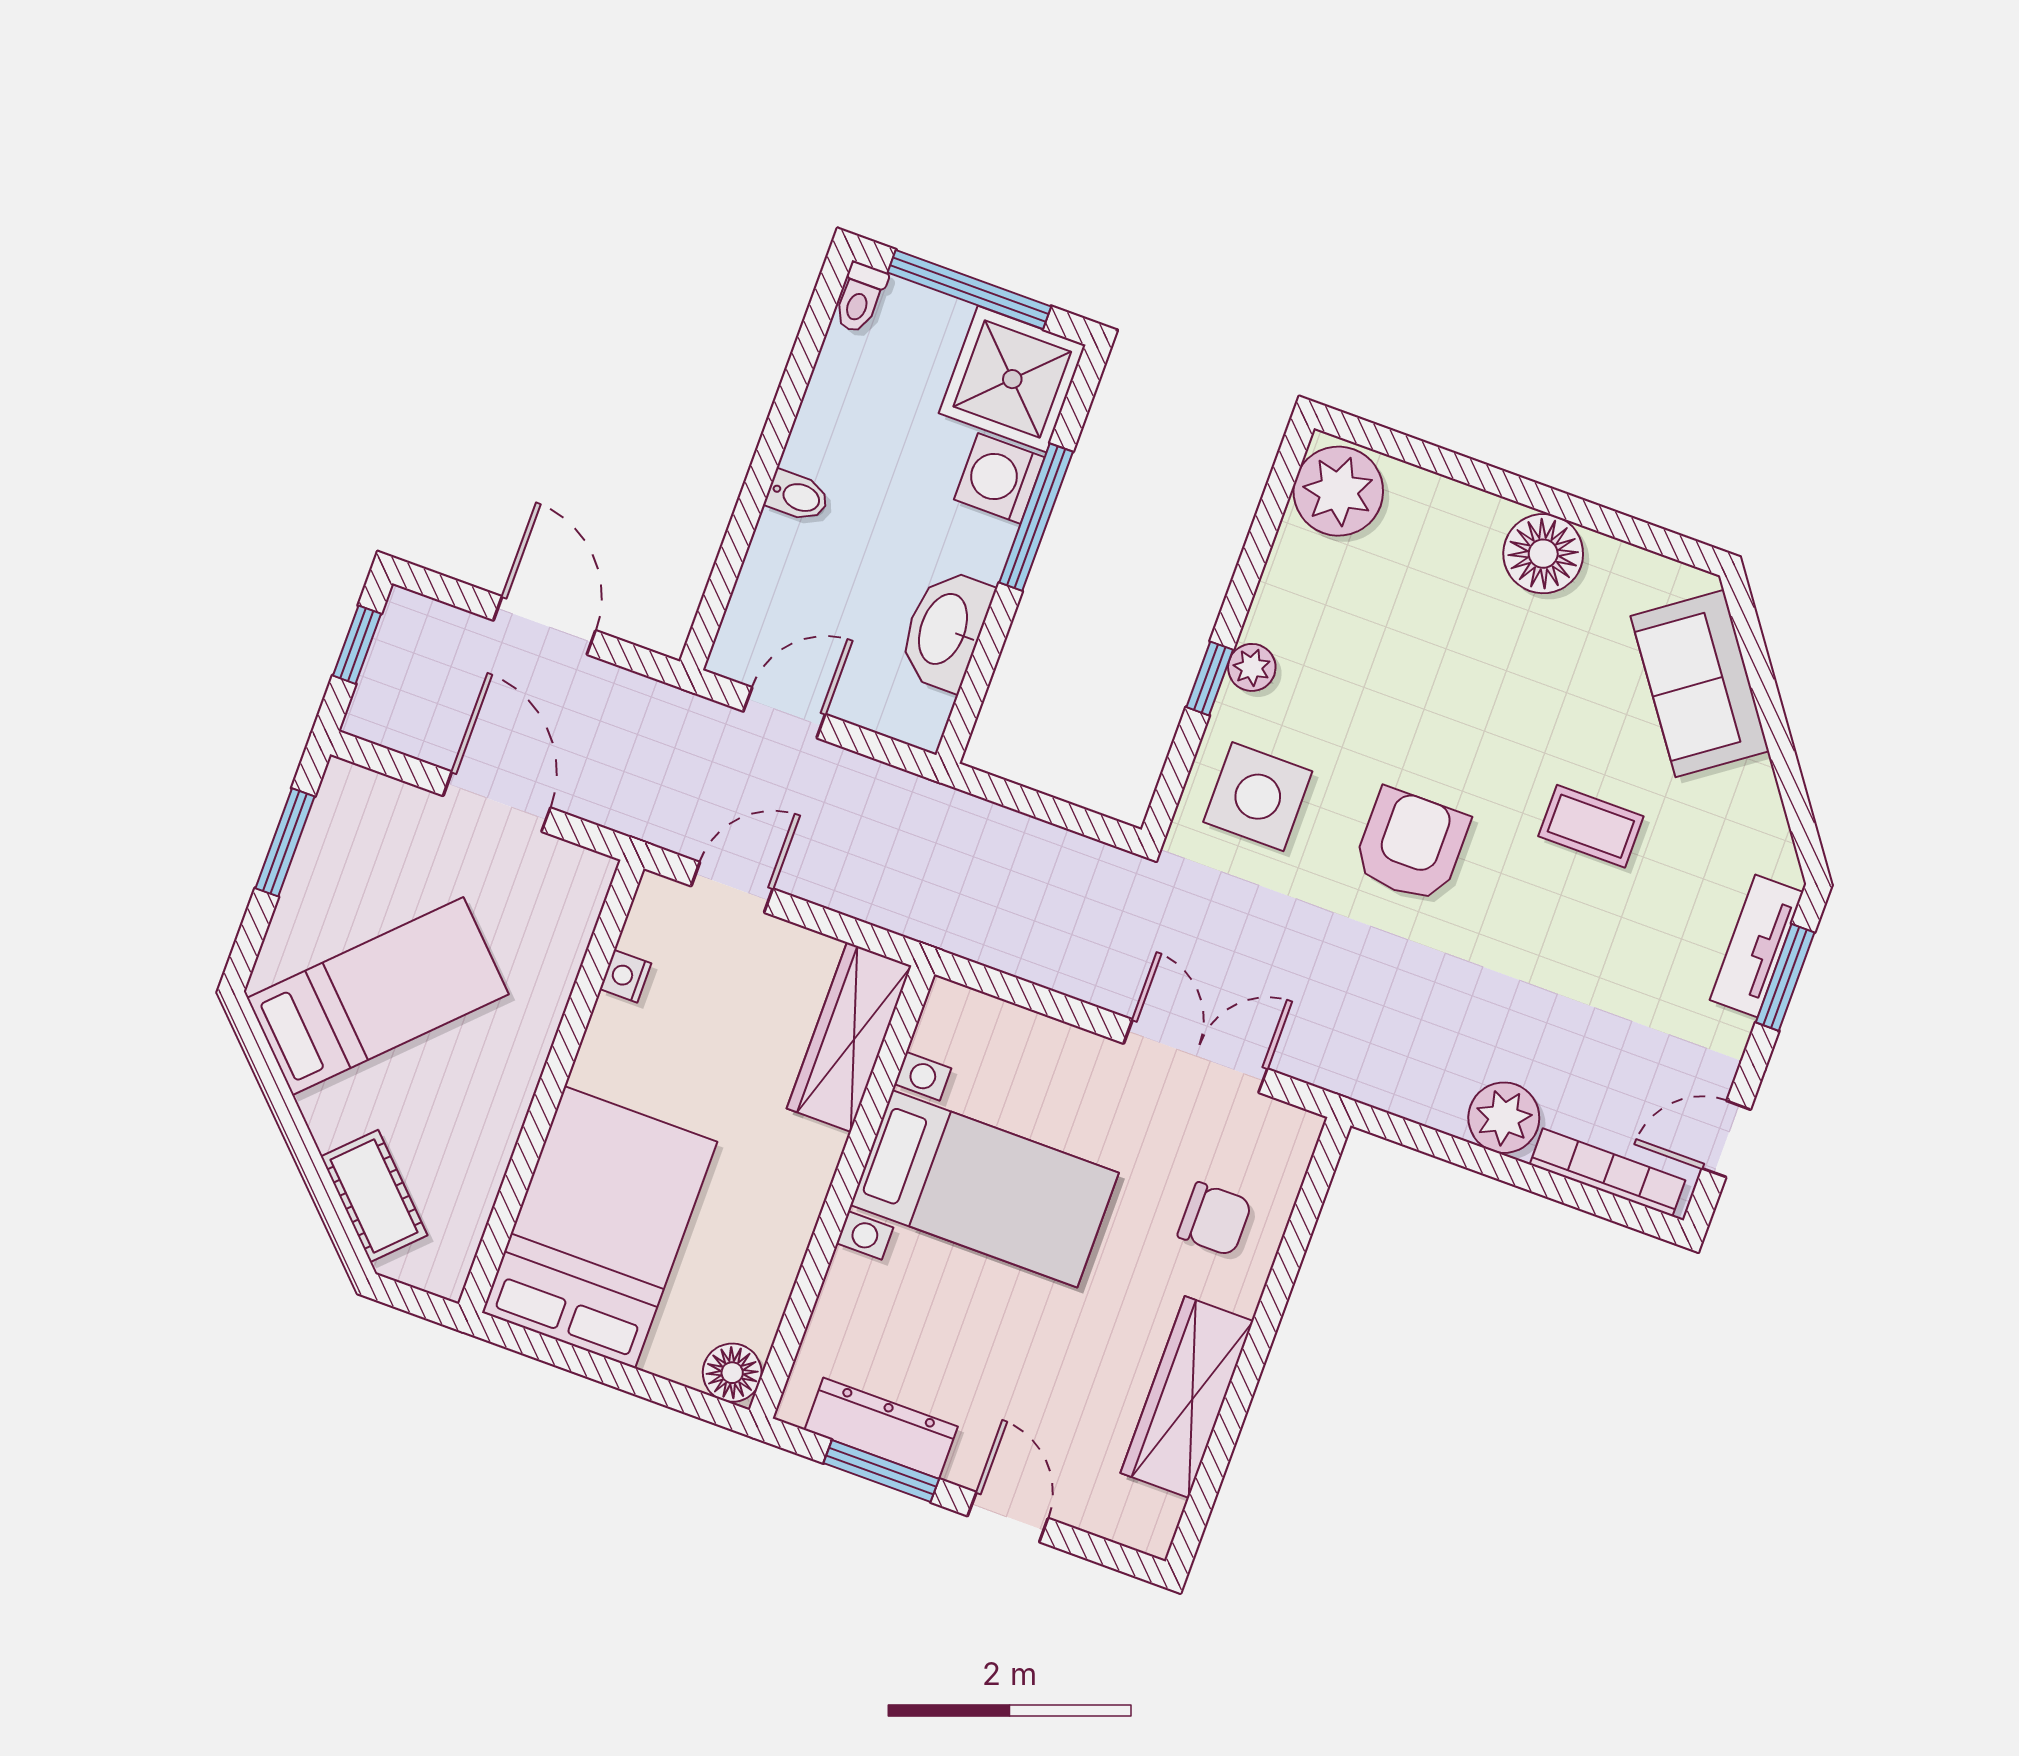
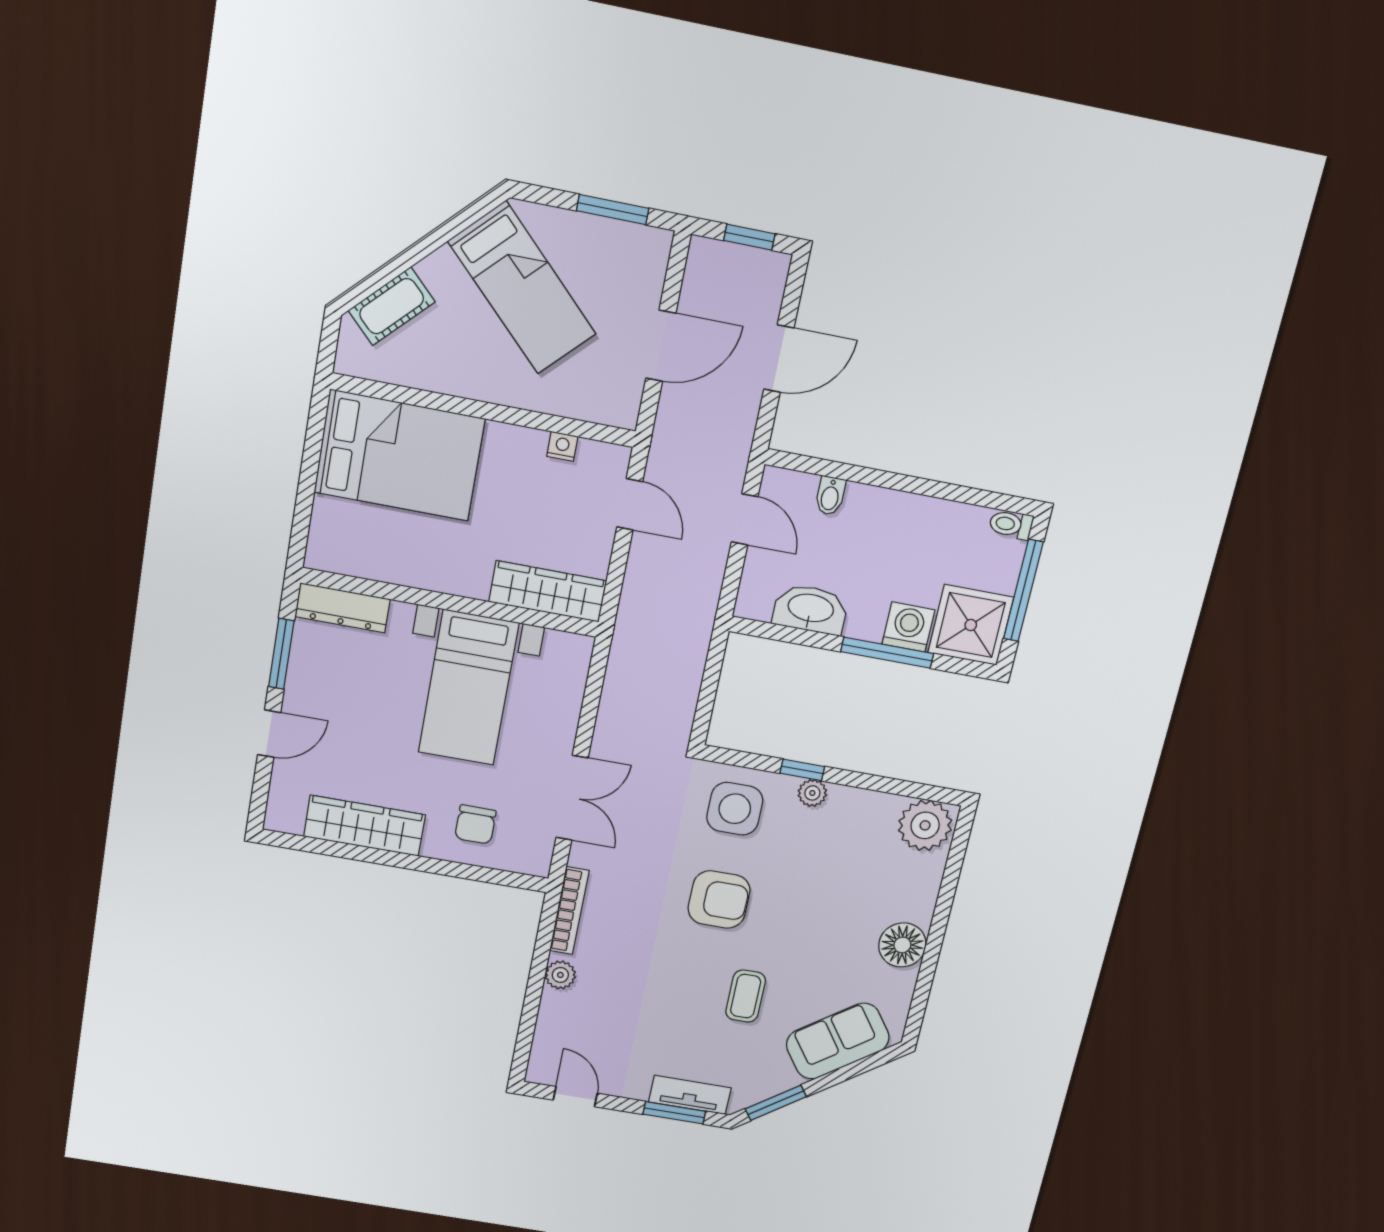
bidet: (797, 496) -> (830, 496), moved
window: (1796, 803) -> (776, 1103), added
plant: (1504, 1118) -> (560, 975), width x0.73, depth x0.73
bookcase: (1607, 1172) -> (569, 911), moved
floor lamp: (732, 1373) -> (324, 553), removed
dresser: (881, 1428) -> (343, 608), moved, turned 90

